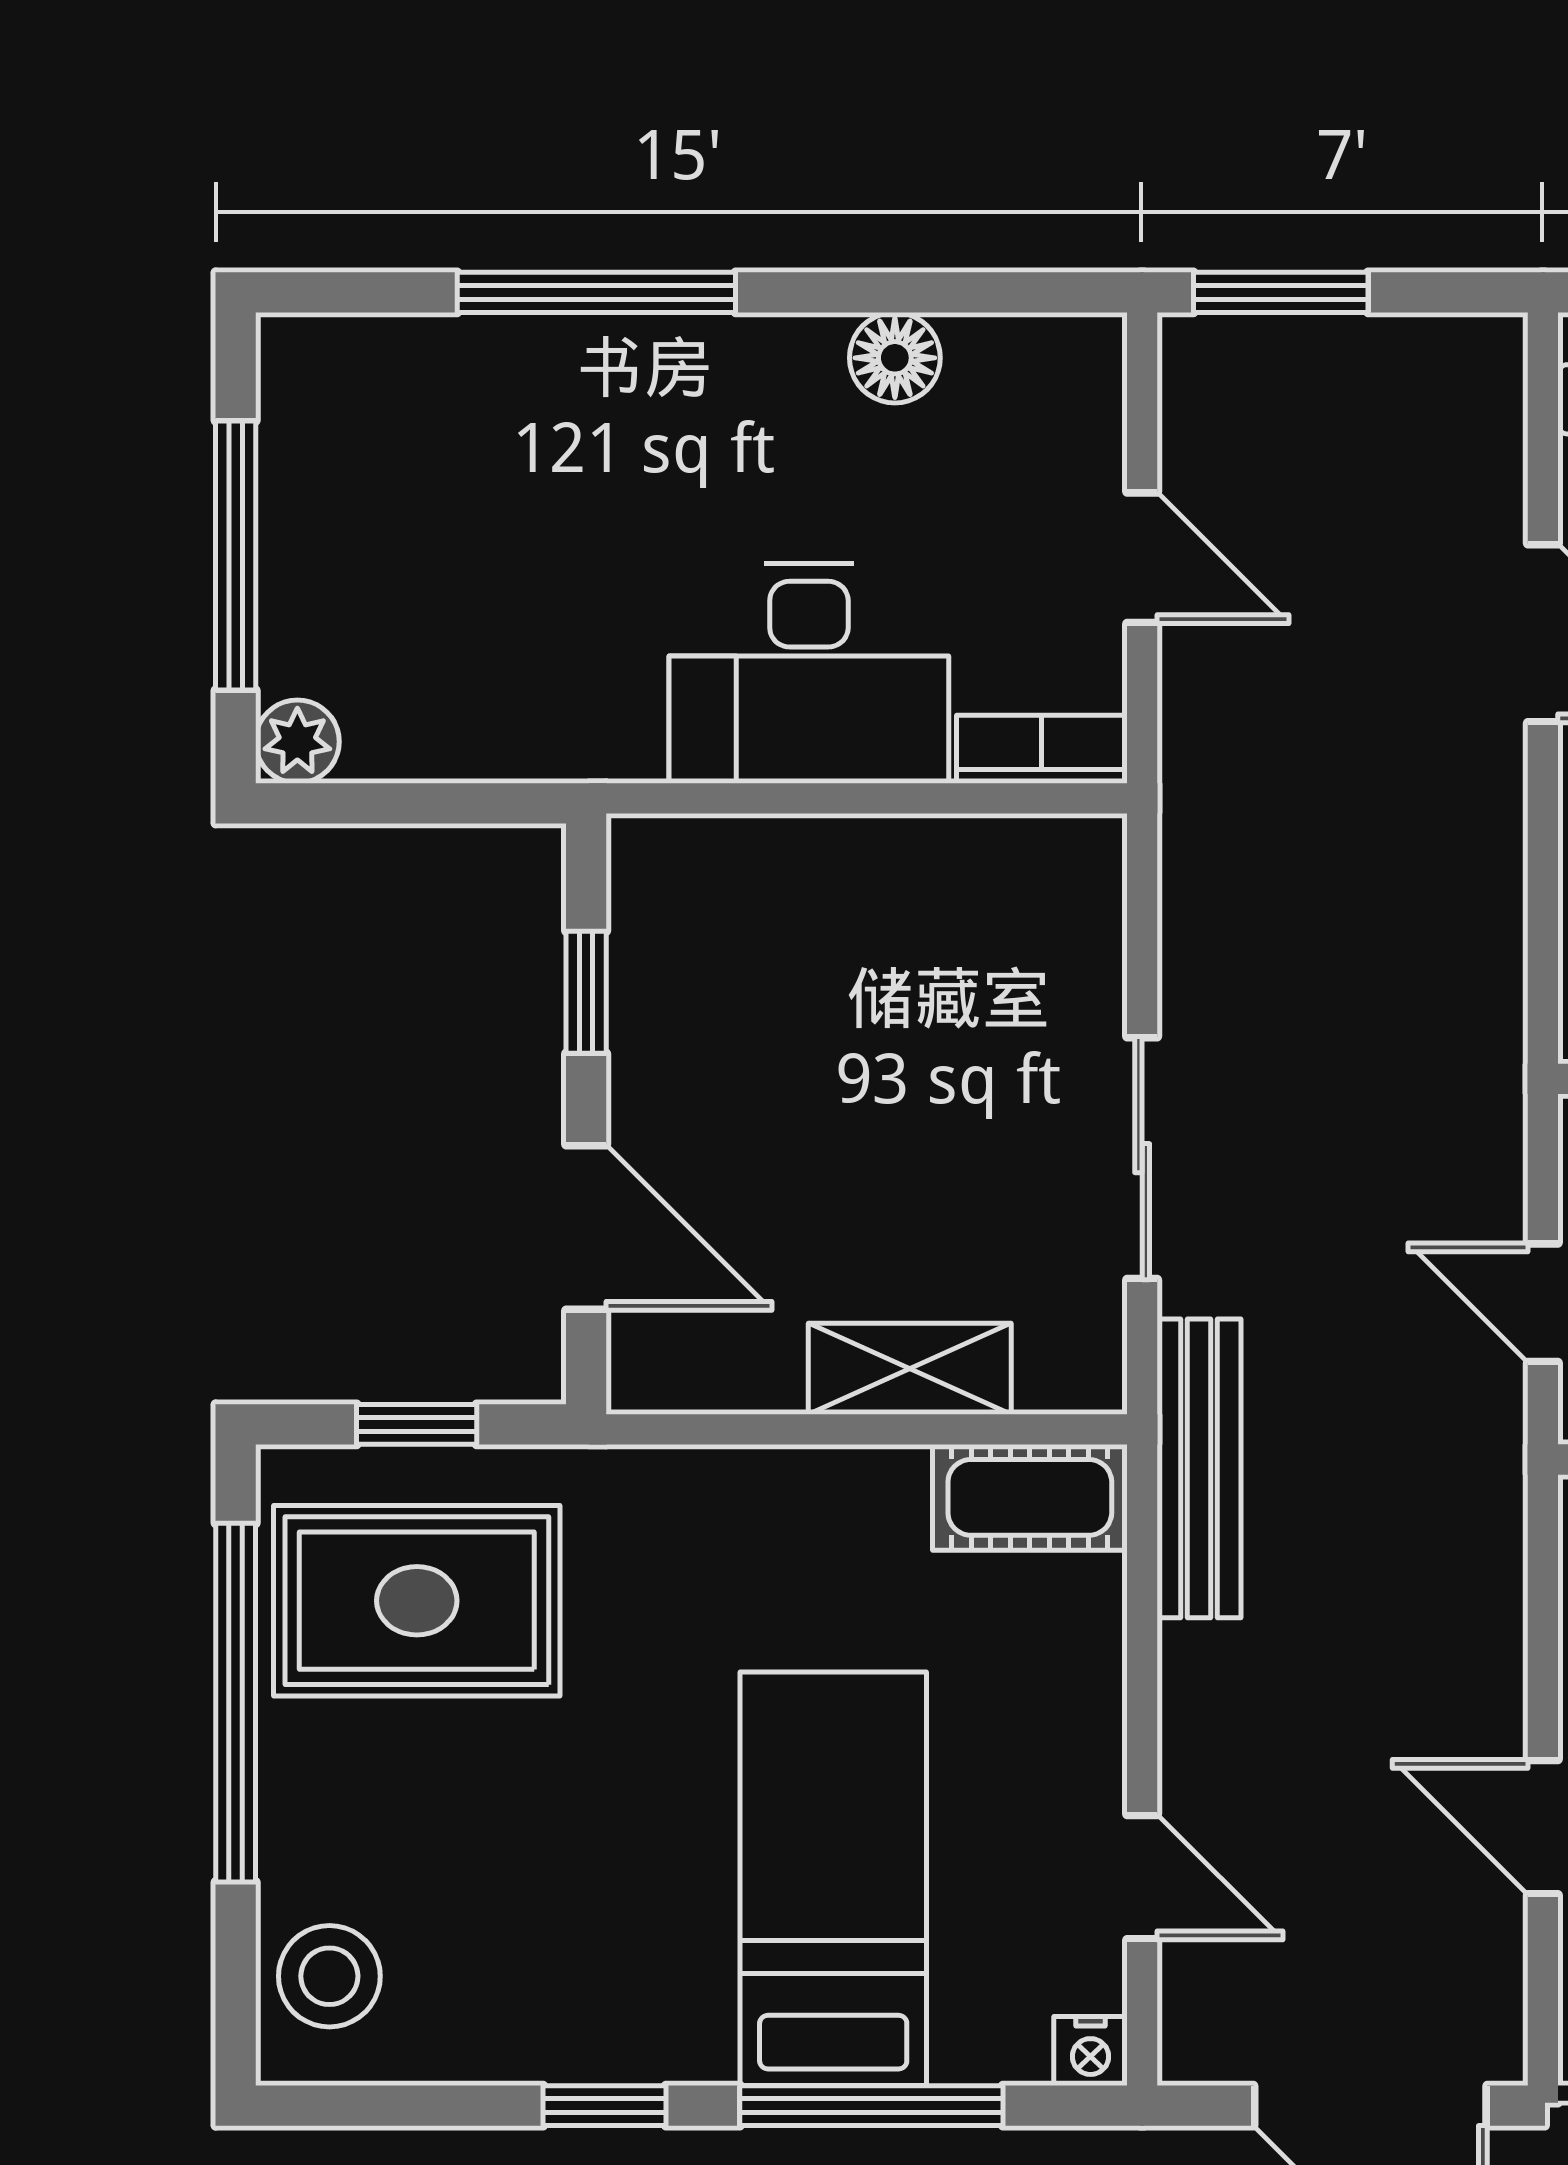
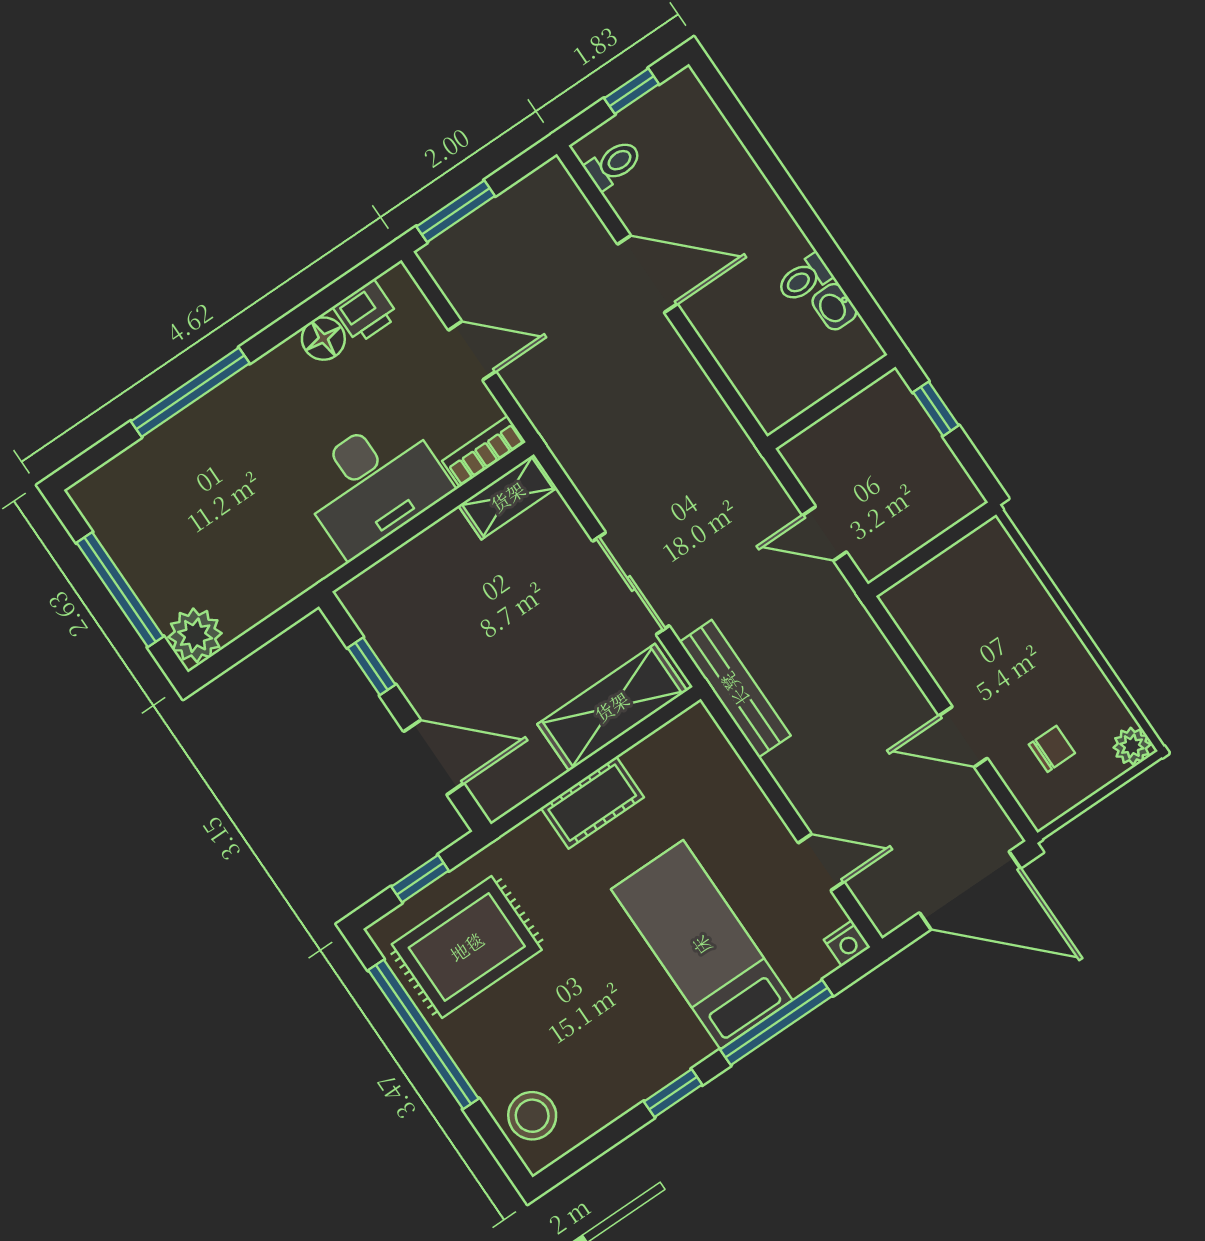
printer: (1002, 361) -> (366, 312), added
plant: (297, 742) -> (195, 635), width x1.38, depth x1.38
shelving: (1029, 857) -> (508, 497), added
shelving: (910, 1369) -> (612, 707), width x1.50, depth x1.33
cot: (1030, 1497) -> (592, 803), moved

